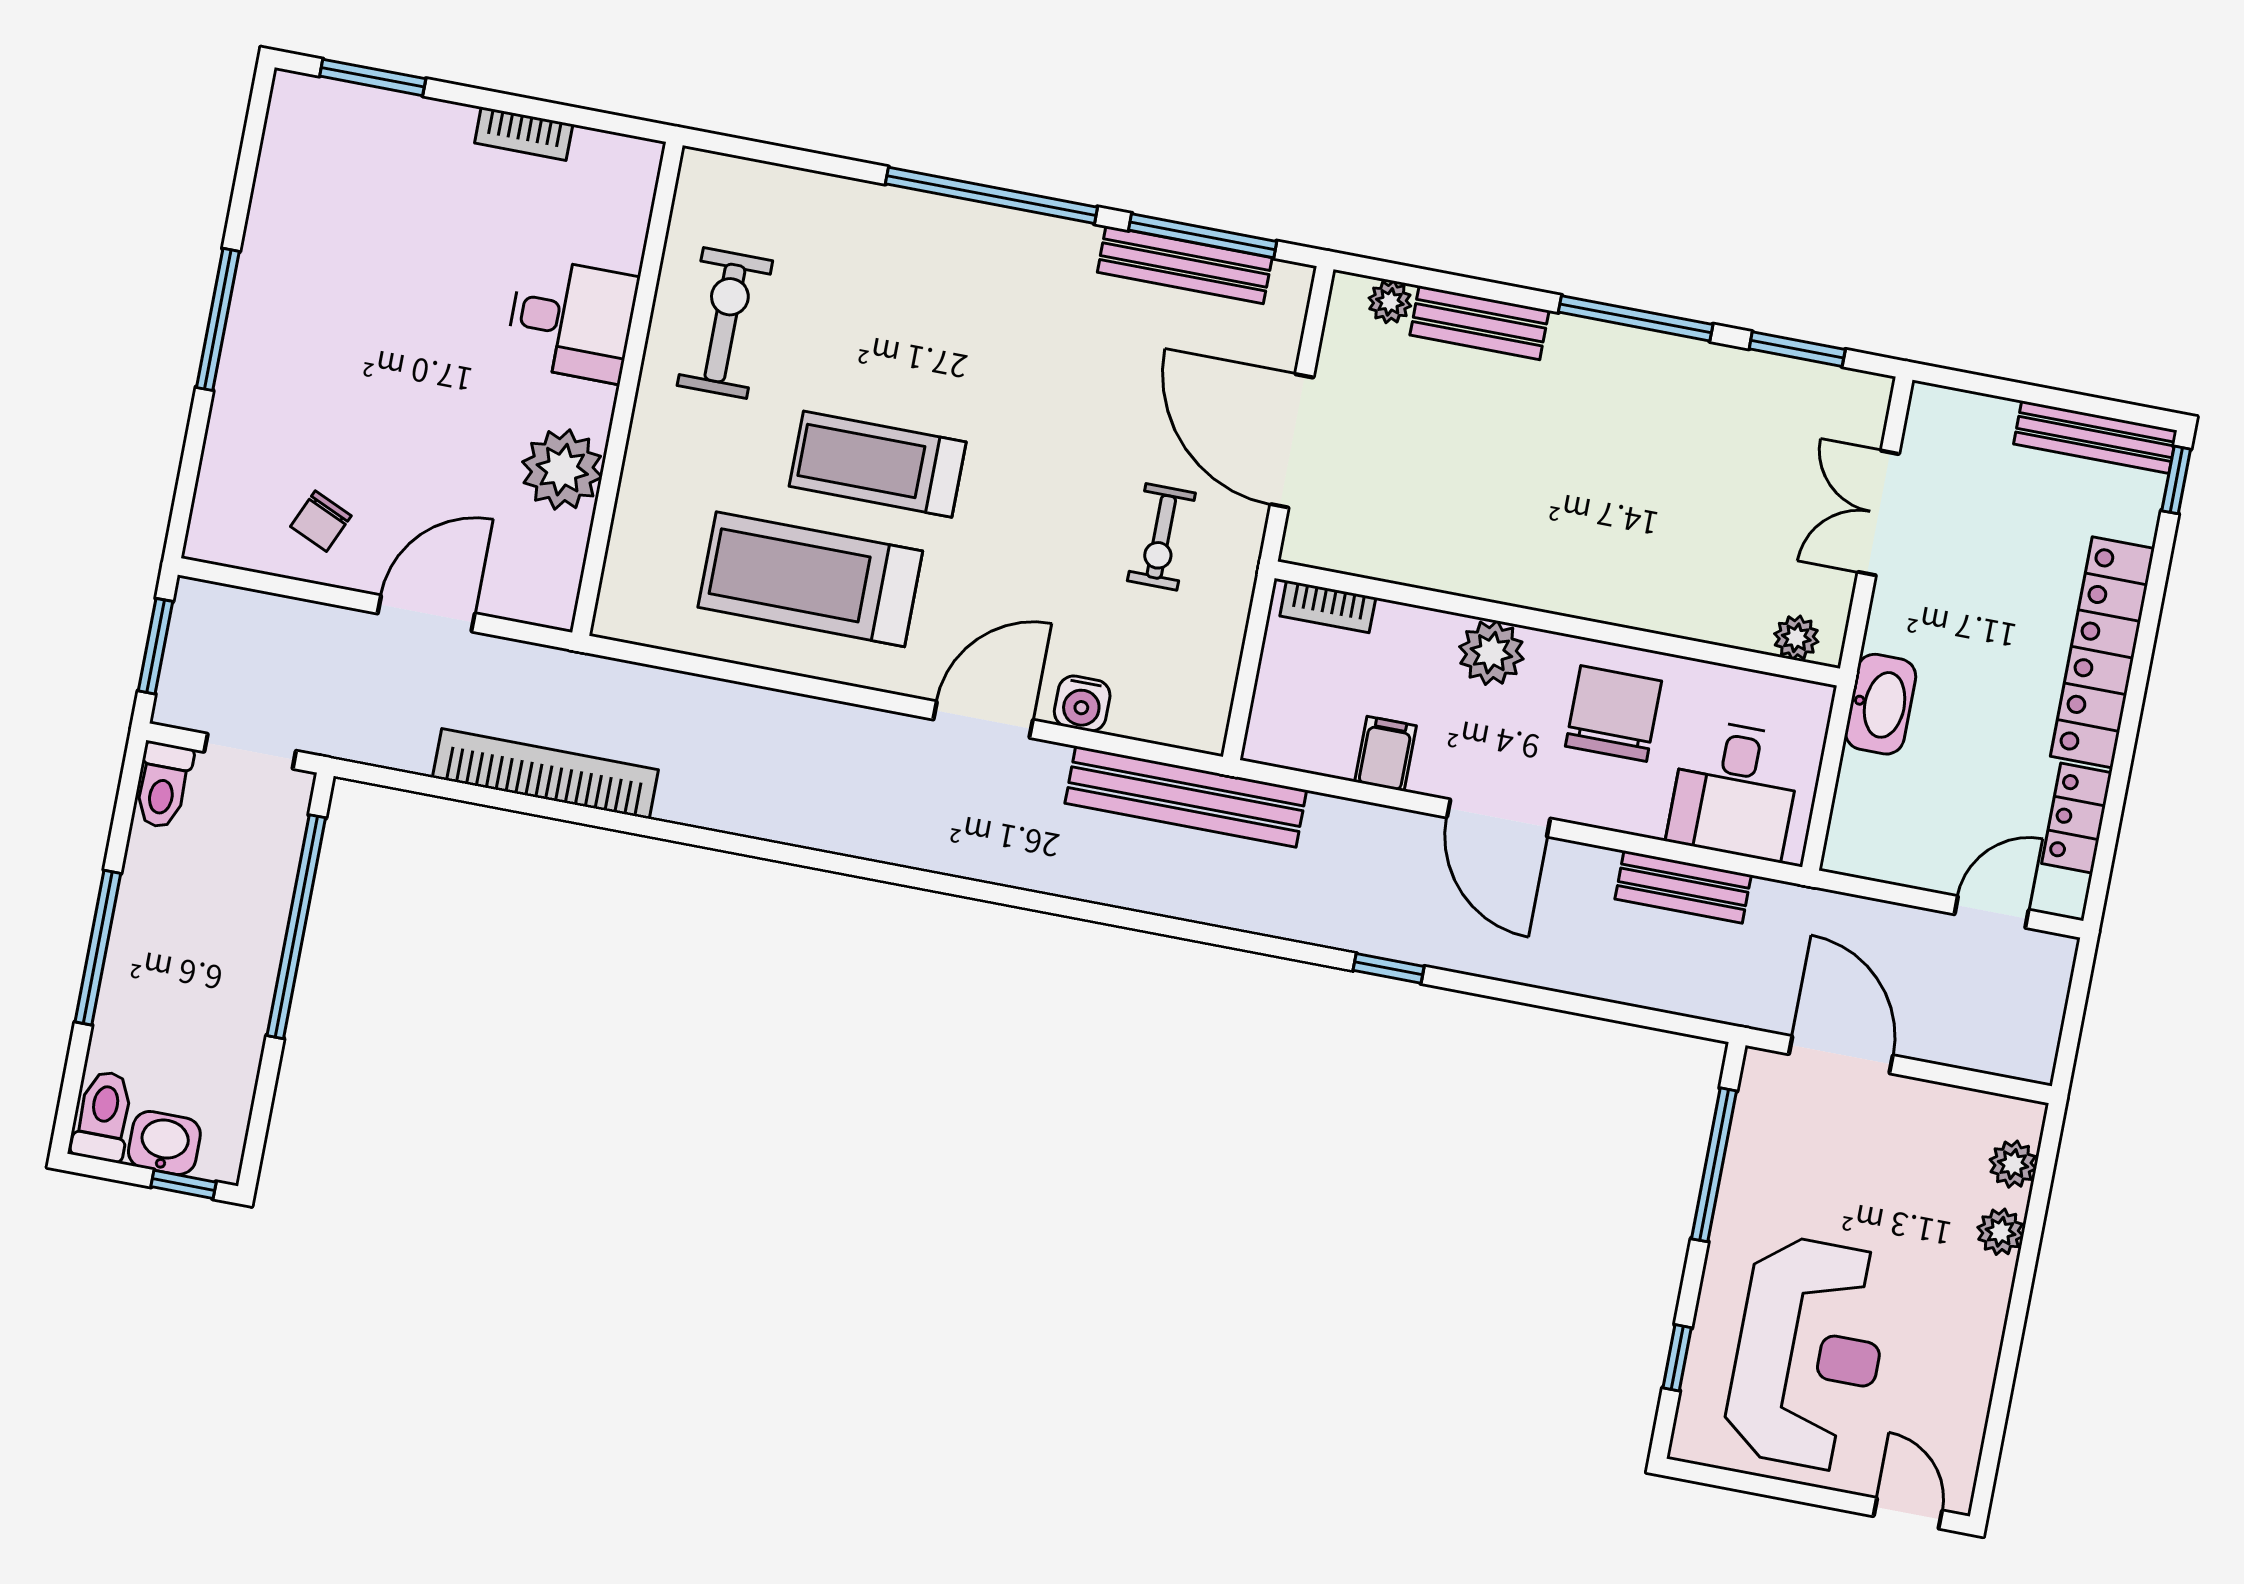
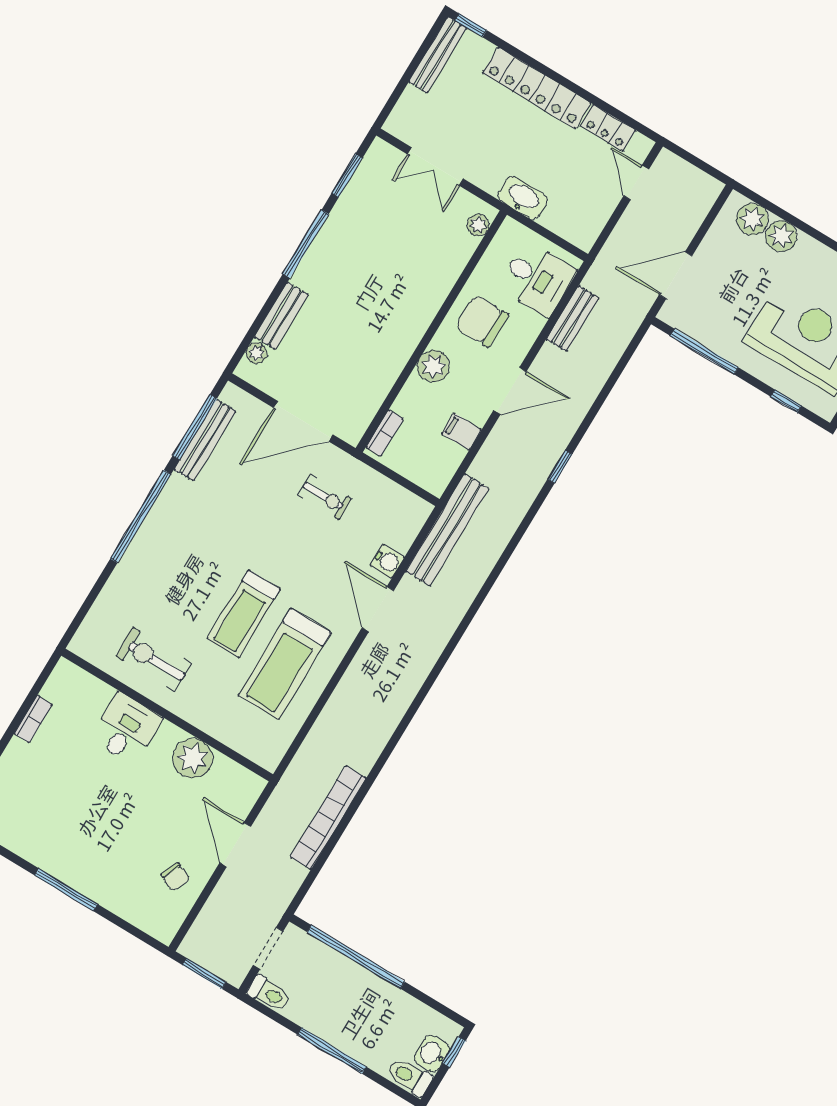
plant: (2013, 1164) -> (752, 219), width x1.38, depth x1.38
plant: (2000, 1232) -> (781, 236), width x1.38, depth x1.38

